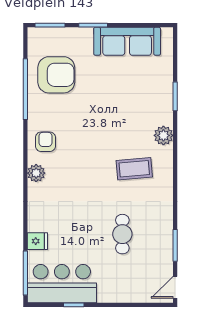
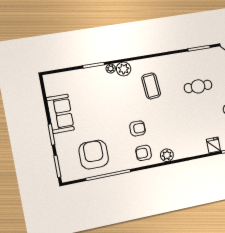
sofa: (127, 41) -> (60, 114), width x0.73
plant: (167, 118) -> (111, 69), added
armchair: (80, 140) -> (137, 128), added

